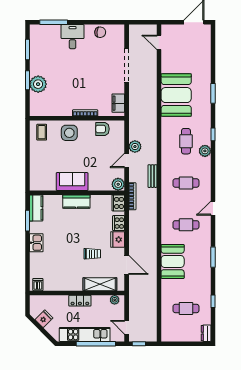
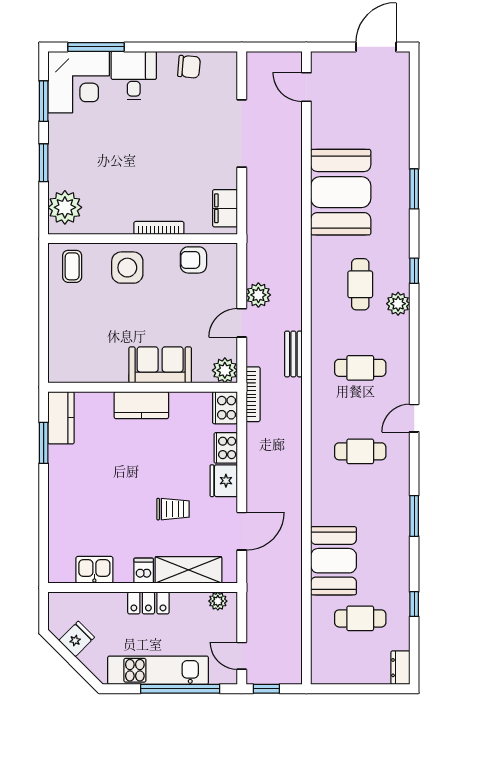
corner desk: (45, 40) -> (79, 82), added
plant: (38, 84) -> (65, 207), moved
sofa: (72, 182) -> (160, 365), moved
kitchen sink: (36, 243) -> (94, 570), moved, turned -90
booth: (173, 261) -> (334, 561), moved
door: (127, 265) -> (242, 531), hinge flipped
dishwasher: (38, 285) -> (144, 571), moved

